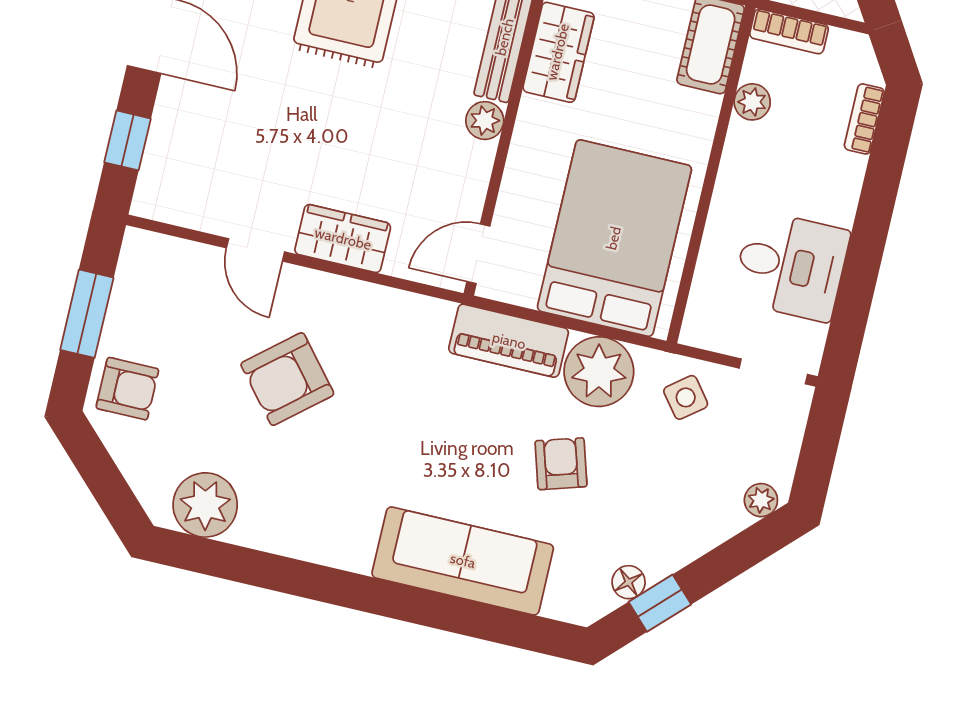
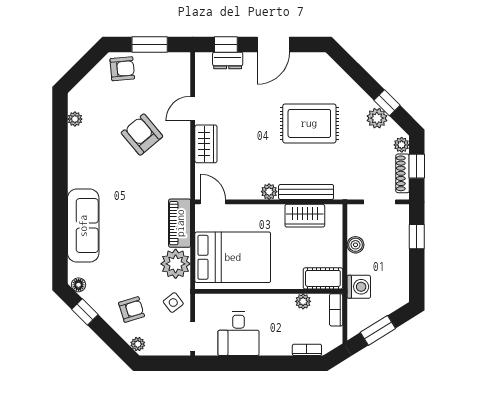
dresser: (165, 145) -> (228, 61), added
armchair: (127, 389) -> (122, 69), turned -95
armchair: (561, 464) -> (132, 310), moved
plant: (205, 505) -> (75, 119), width x0.53, depth x0.53
floor lamp: (629, 582) -> (79, 285), moved

